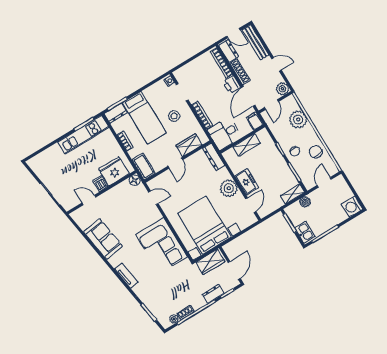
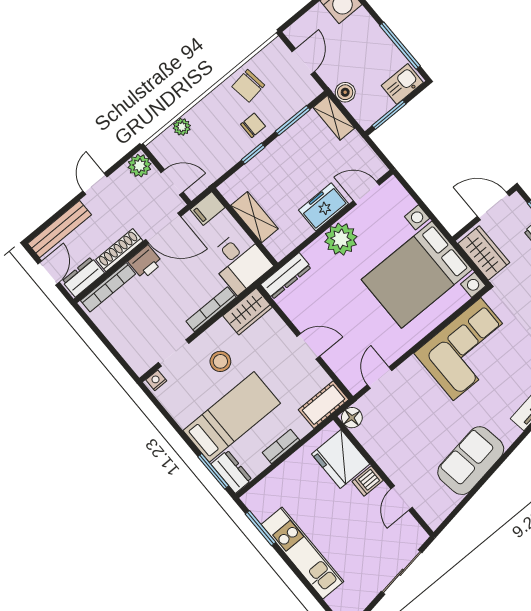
plant: (298, 120) -> (182, 127), width x0.53, depth x0.53
kitchen unit: (83, 135) -> (302, 553), moved
wardrobe: (189, 145) -> (248, 312), moved, turned -90
door: (324, 182) -> (303, 61), swing flipped

